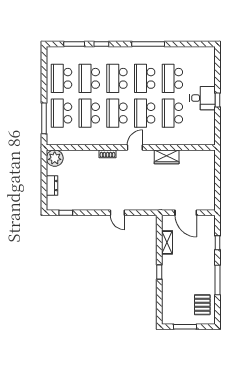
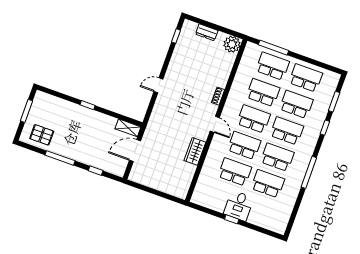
shelving: (167, 242) -> (128, 128), moved

